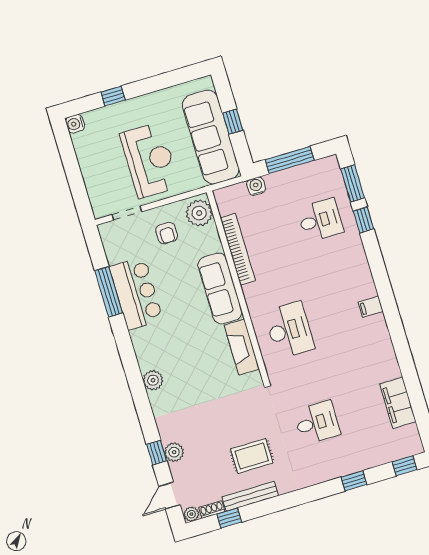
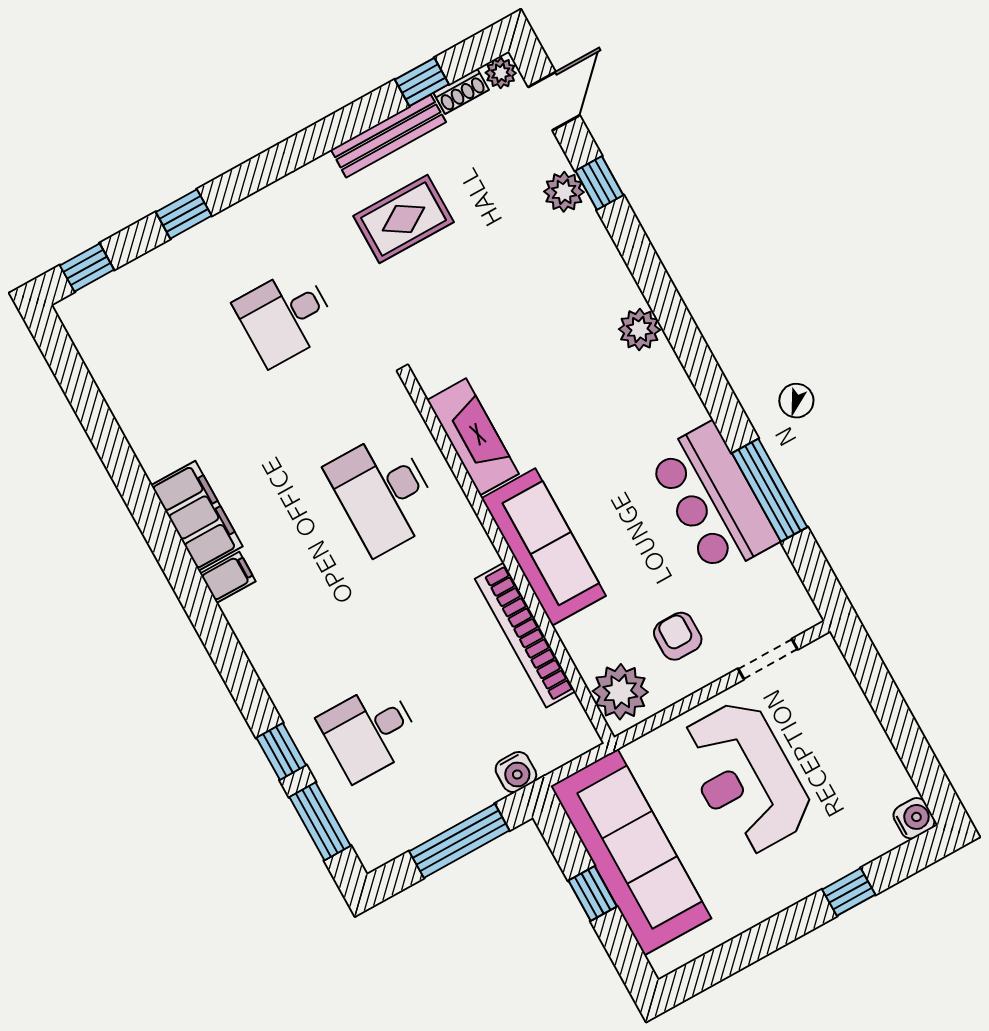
filing cabinet: (398, 403) -> (197, 516), moved

